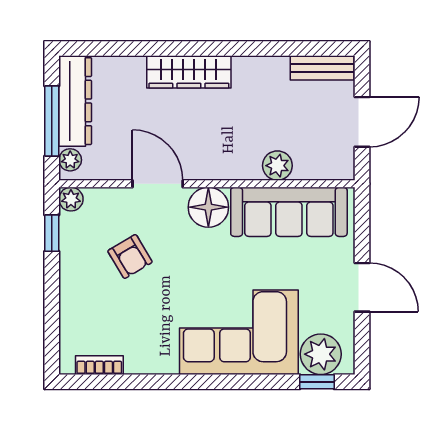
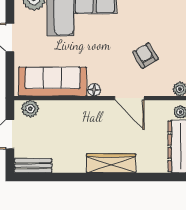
plant: (277, 166) -> (30, 109), moved
floor lamp: (208, 207) -> (94, 90), width x0.53, depth x0.53

